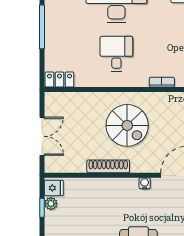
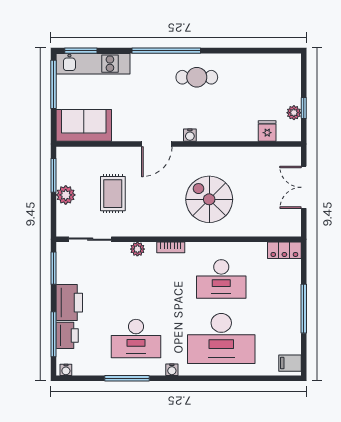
desk: (116, 54) -> (221, 279), width x1.37
shoe rack: (108, 166) -> (230, 154), removed
fridge: (54, 188) -> (267, 131), moved, turned 90

